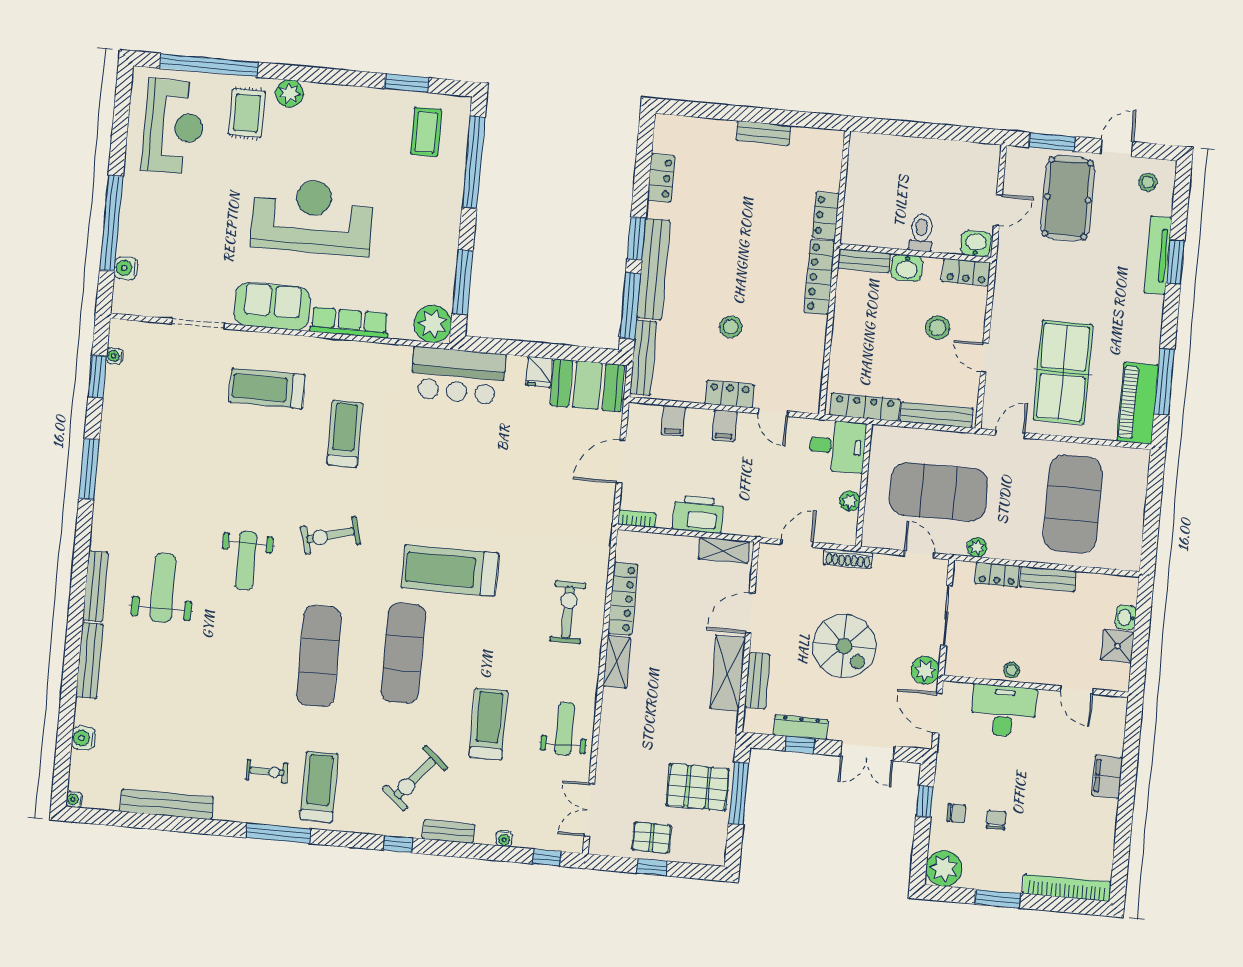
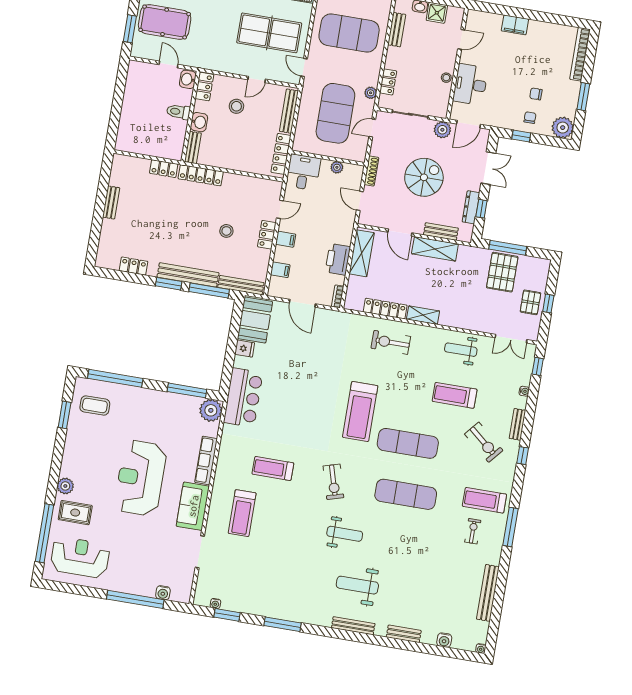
shelving: (724, 550) -> (362, 253), width x1.50, depth x1.33
bench: (1048, 579) -> (397, 30), moved
bench: (89, 661) -> (404, 634), width x0.73

